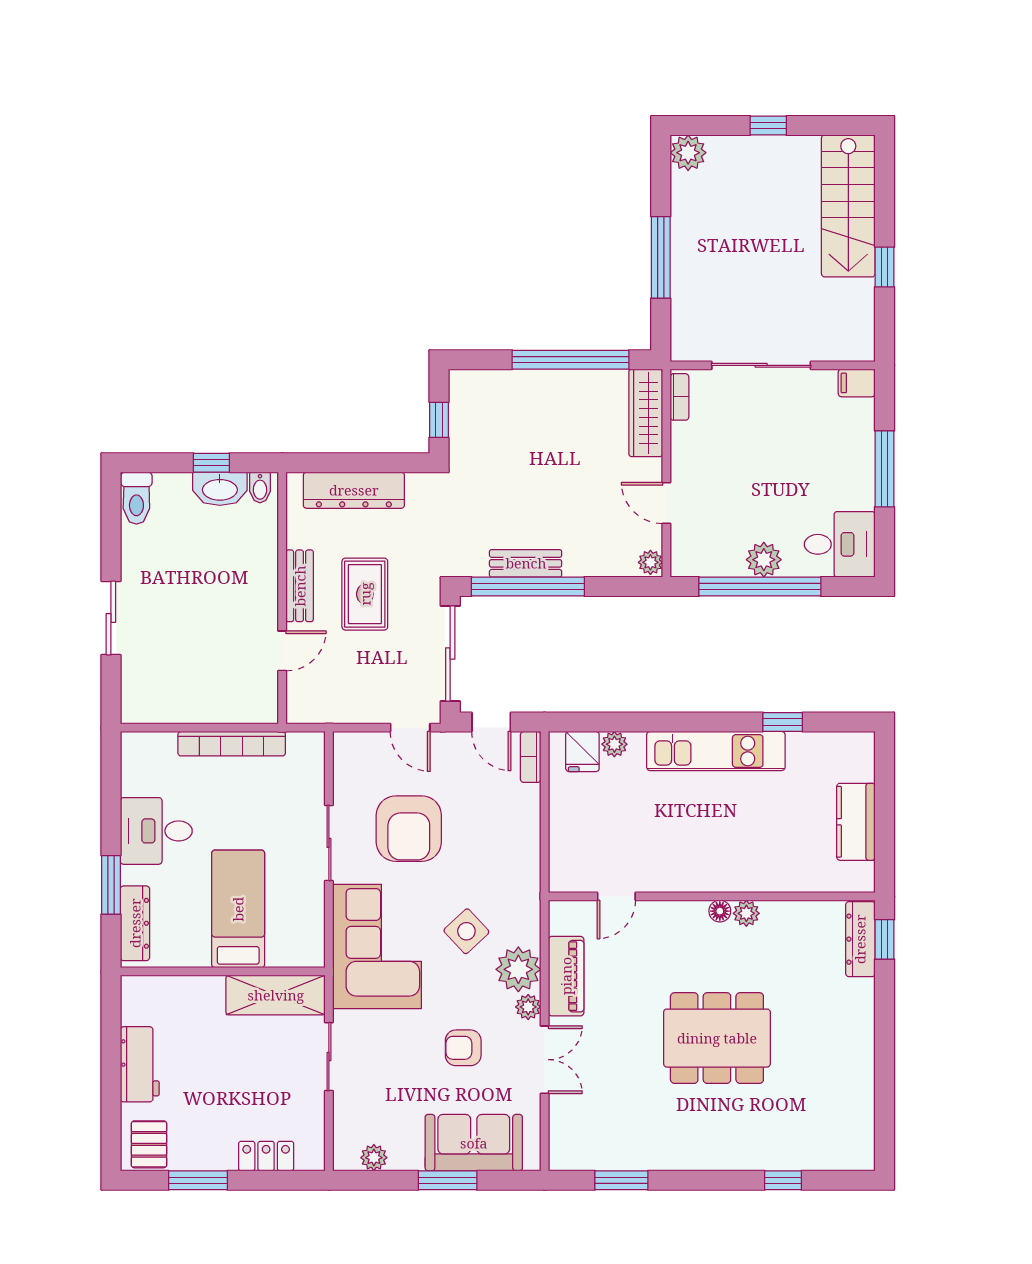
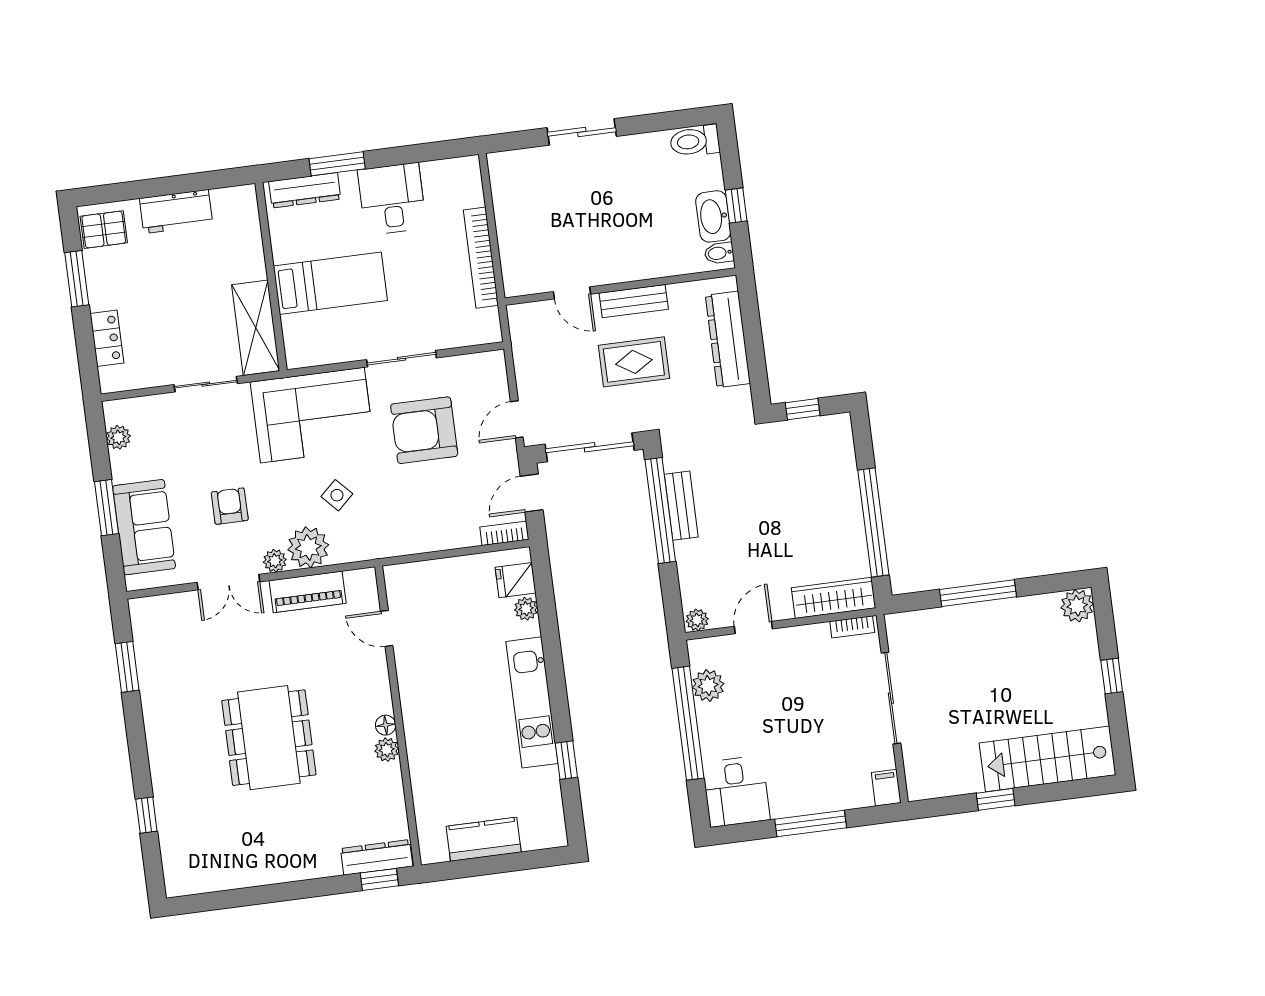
plant: (764, 560) -> (708, 686), moved
side table: (466, 931) -> (337, 495), width x0.73, depth x0.73

